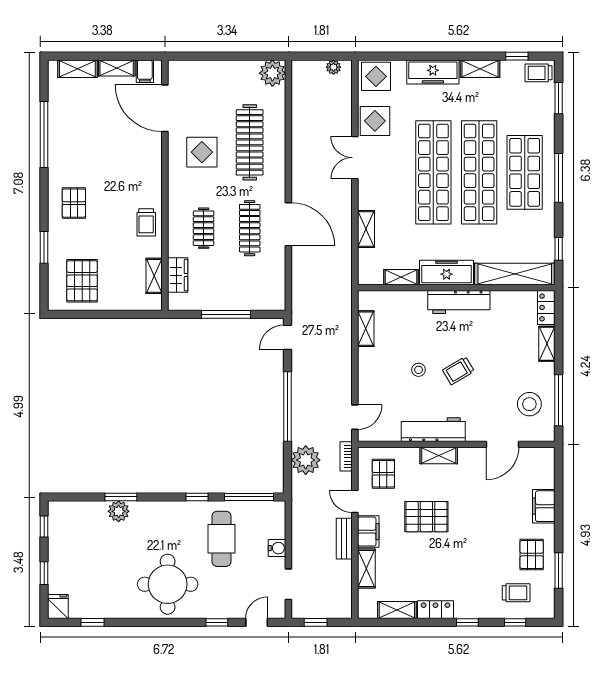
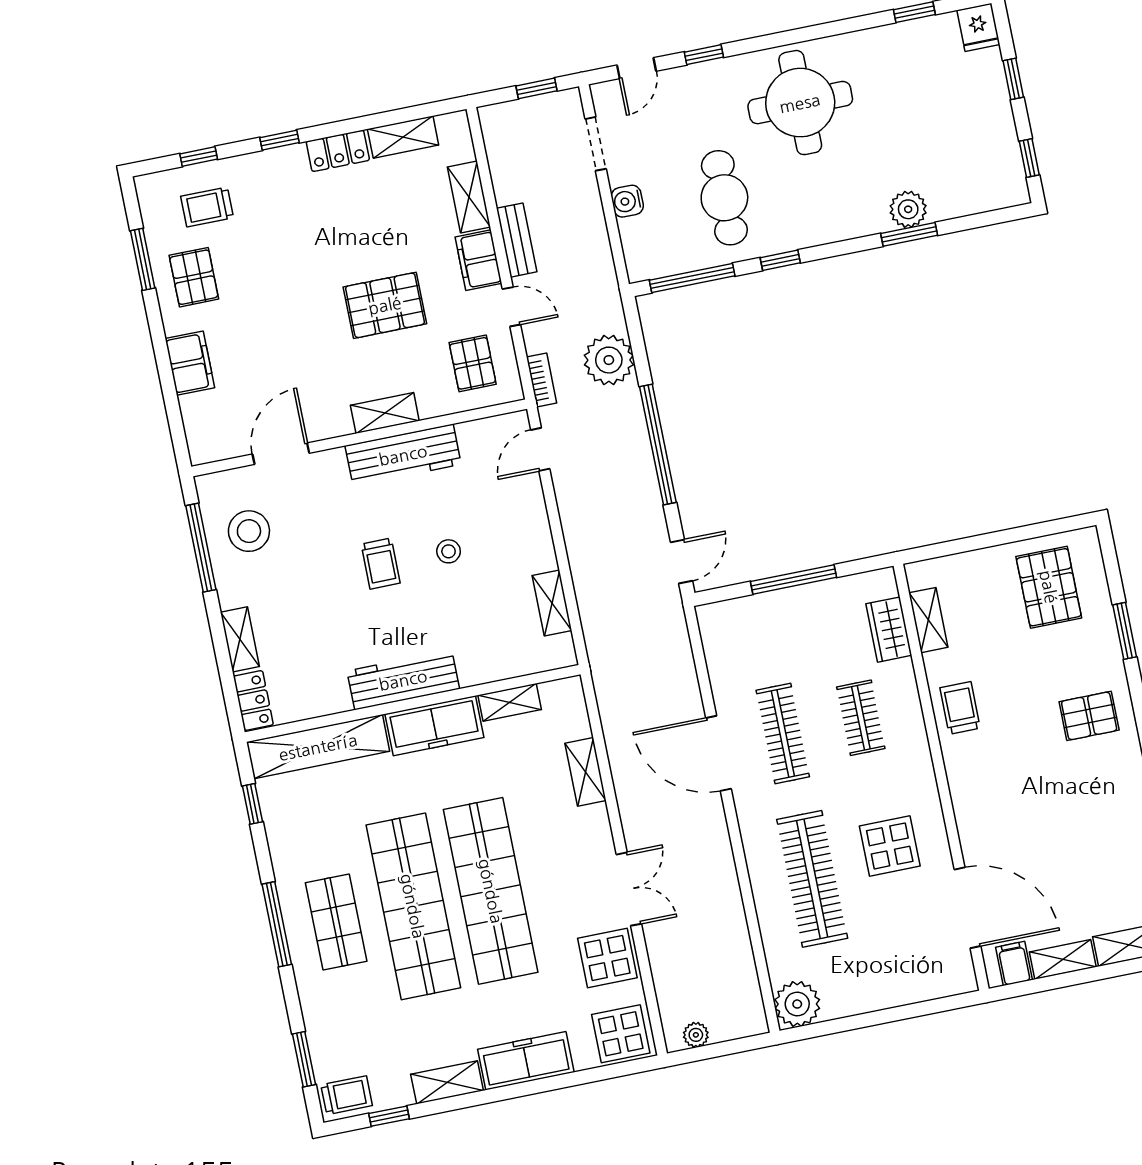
shop shelf: (525, 172) -> (336, 922), width x0.70, depth x0.74
pallet: (74, 203) -> (1089, 716), turned 90
trolley: (458, 371) -> (381, 564), turned 121

